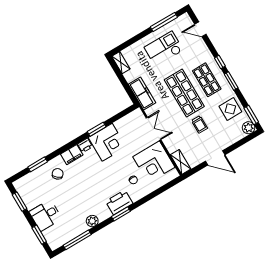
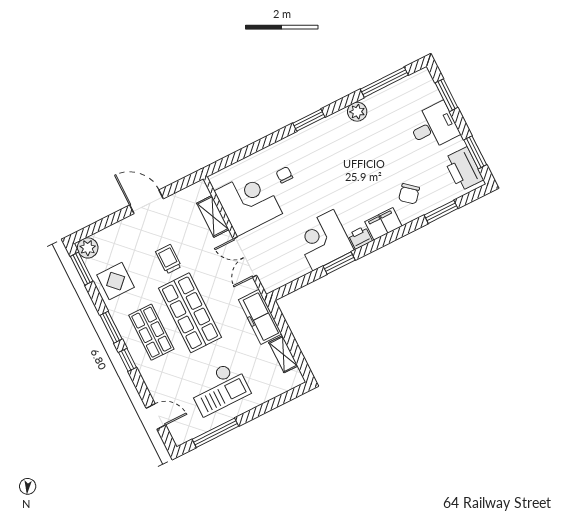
shelving: (121, 63) -> (283, 354), moved
shelving: (180, 162) -> (213, 216), moved
printer: (119, 202) -> (464, 169), moved, turned 90

